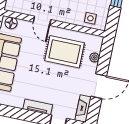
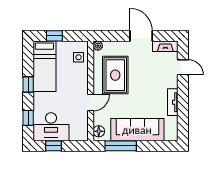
plant: (94, 57) -> (98, 46), moved
tv unit: (38, 107) -> (173, 102), moved

